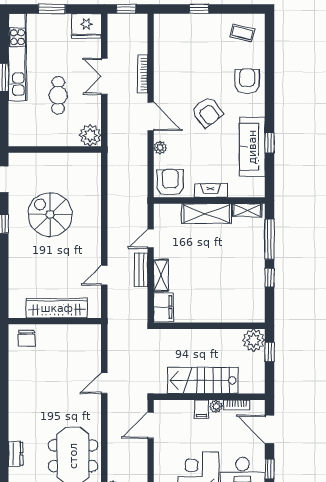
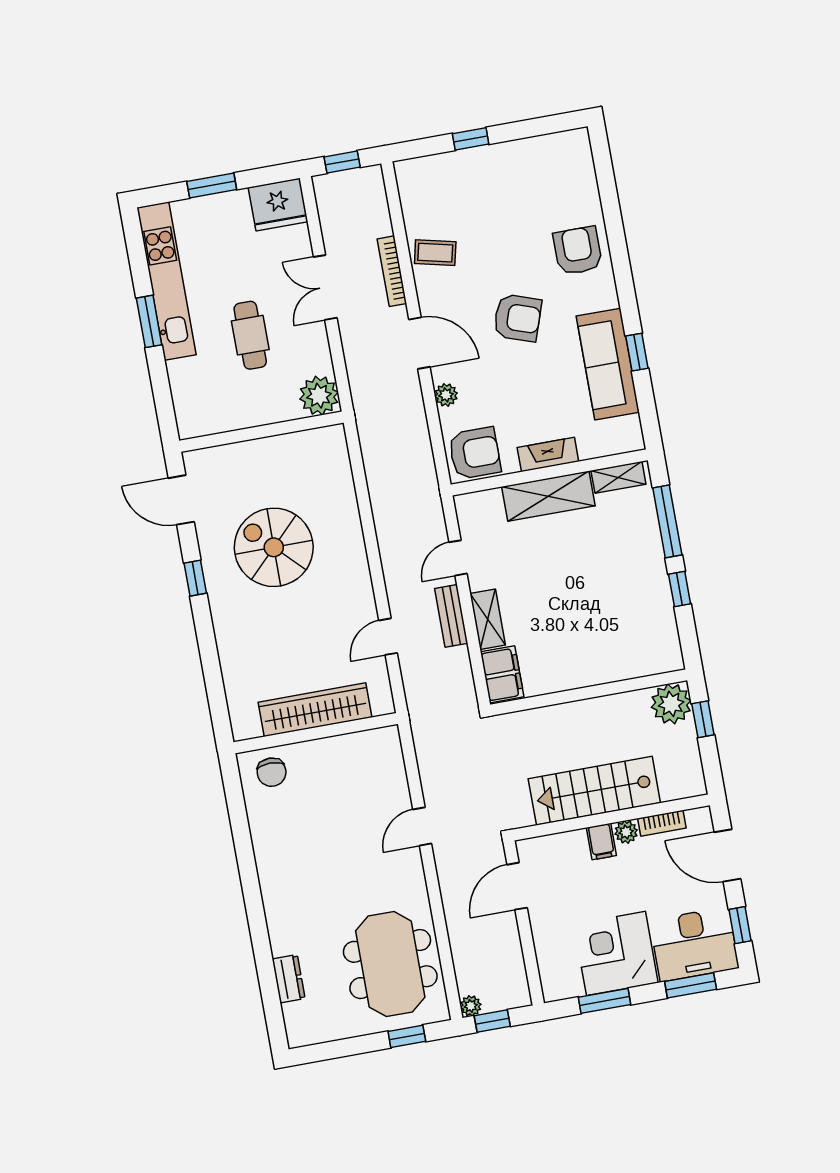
coffee table: (242, 33) -> (435, 253), moved
armchair: (207, 112) -> (518, 318), turned -32
armchair: (170, 182) -> (475, 453), turned 90

